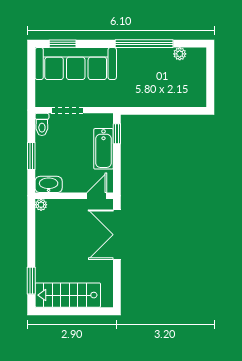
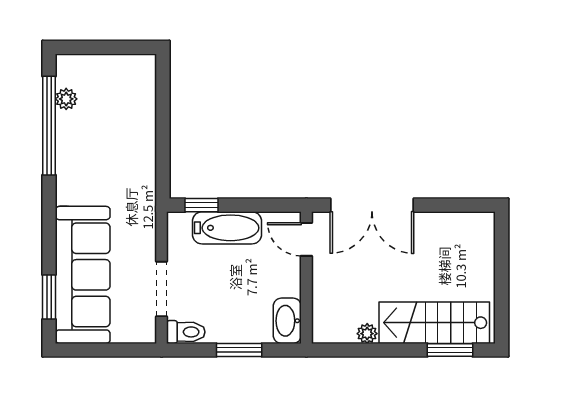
window: (144, 44) -> (49, 126), moved
plant: (41, 205) -> (367, 334), moved
stairs: (68, 295) -> (434, 323), moved, turned 90

